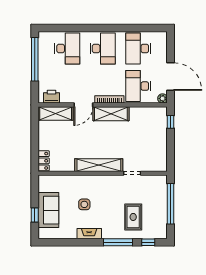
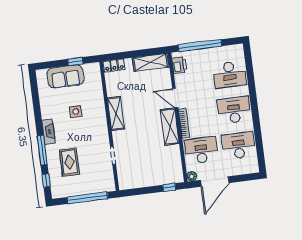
desk: (103, 48) -> (234, 110), turned 180
window: (35, 59) -> (200, 45), moved
shelving: (56, 113) -> (151, 62), moved, turned 90
shelving: (99, 165) -> (116, 113), width x0.68
window: (35, 215) -> (75, 61), moved
rug: (133, 217) -> (69, 162), turned 90
fireplace: (89, 234) -> (49, 132), moved

